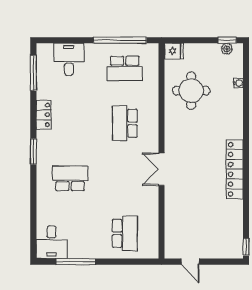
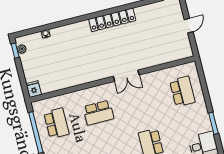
round table: (191, 91) -> (61, 68), removed
school desk: (125, 233) -> (182, 91), turned 90
window: (76, 262) -> (213, 123), width x0.69
door: (190, 262) -> (189, 26), moved

